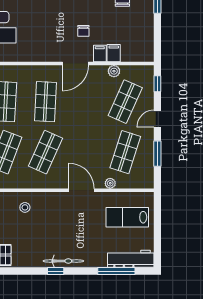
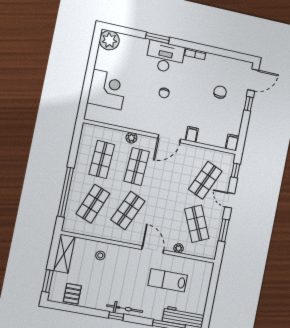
chair: (83, 31) -> (164, 93), moved
filing cabinet: (114, 53) -> (232, 142), moved
plant: (114, 71) -> (131, 138), moved
door: (157, 119) -> (230, 200), hinge flipped
shop shelf: (125, 152) -> (197, 224), turned -42
lab bench: (127, 217) -> (168, 280), moved

